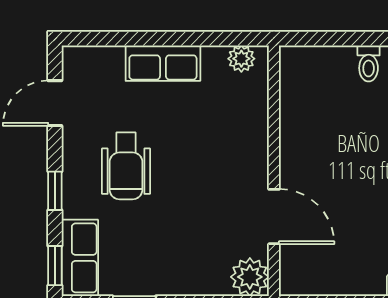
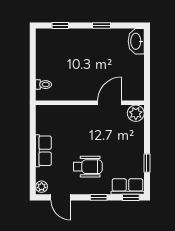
plant: (241, 59) -> (42, 187), moved
toilet: (369, 63) -> (44, 85), moved

